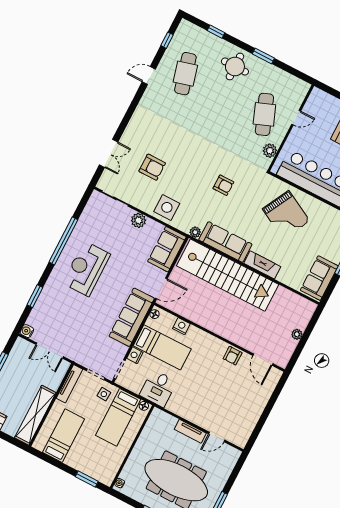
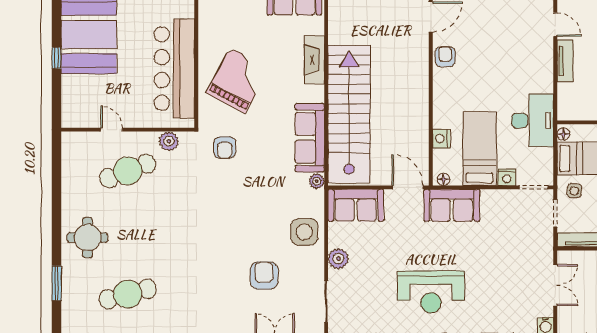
window: (216, 32) -> (57, 283), width x1.50
window: (263, 56) -> (57, 209), removed
armchair: (223, 185) -> (225, 148), moved, turned 180
fireplace: (262, 265) -> (314, 60), moved
sofa: (132, 317) -> (452, 205), width x0.73
armchair: (233, 356) -> (445, 57), turned -90
desk: (158, 388) -> (533, 120), width x1.37

